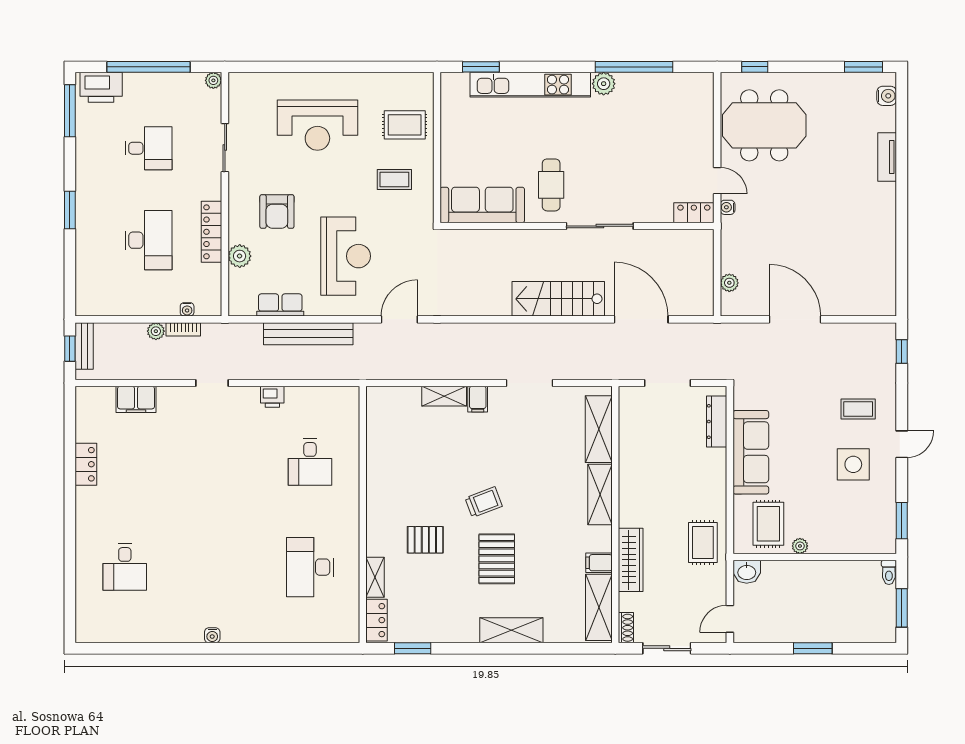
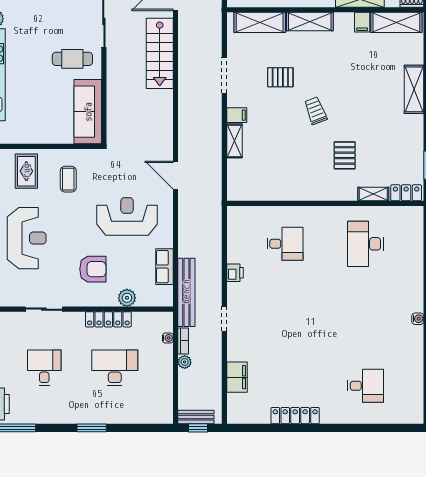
bench: (308, 334) -> (186, 292), moved
locker: (86, 464) -> (295, 416), width x1.53
pallet: (497, 559) -> (280, 77), moved, width x0.67, depth x0.71
desk: (310, 567) -> (365, 244), turned 90

